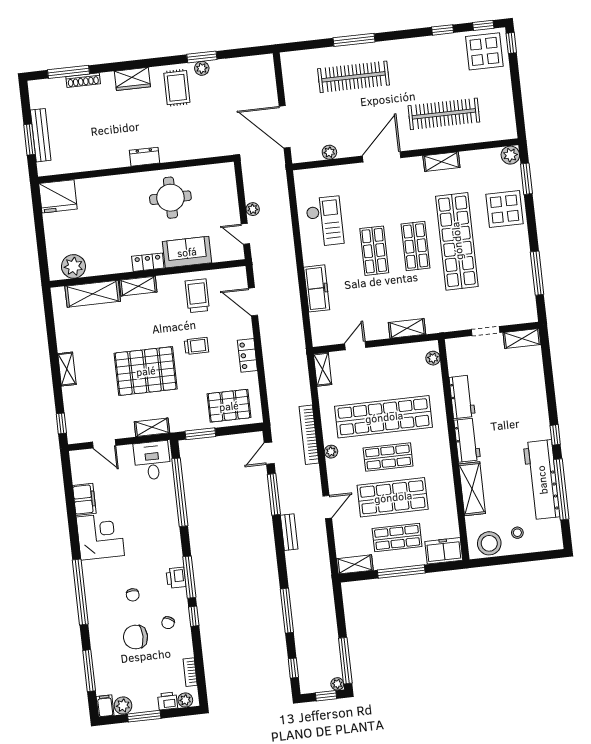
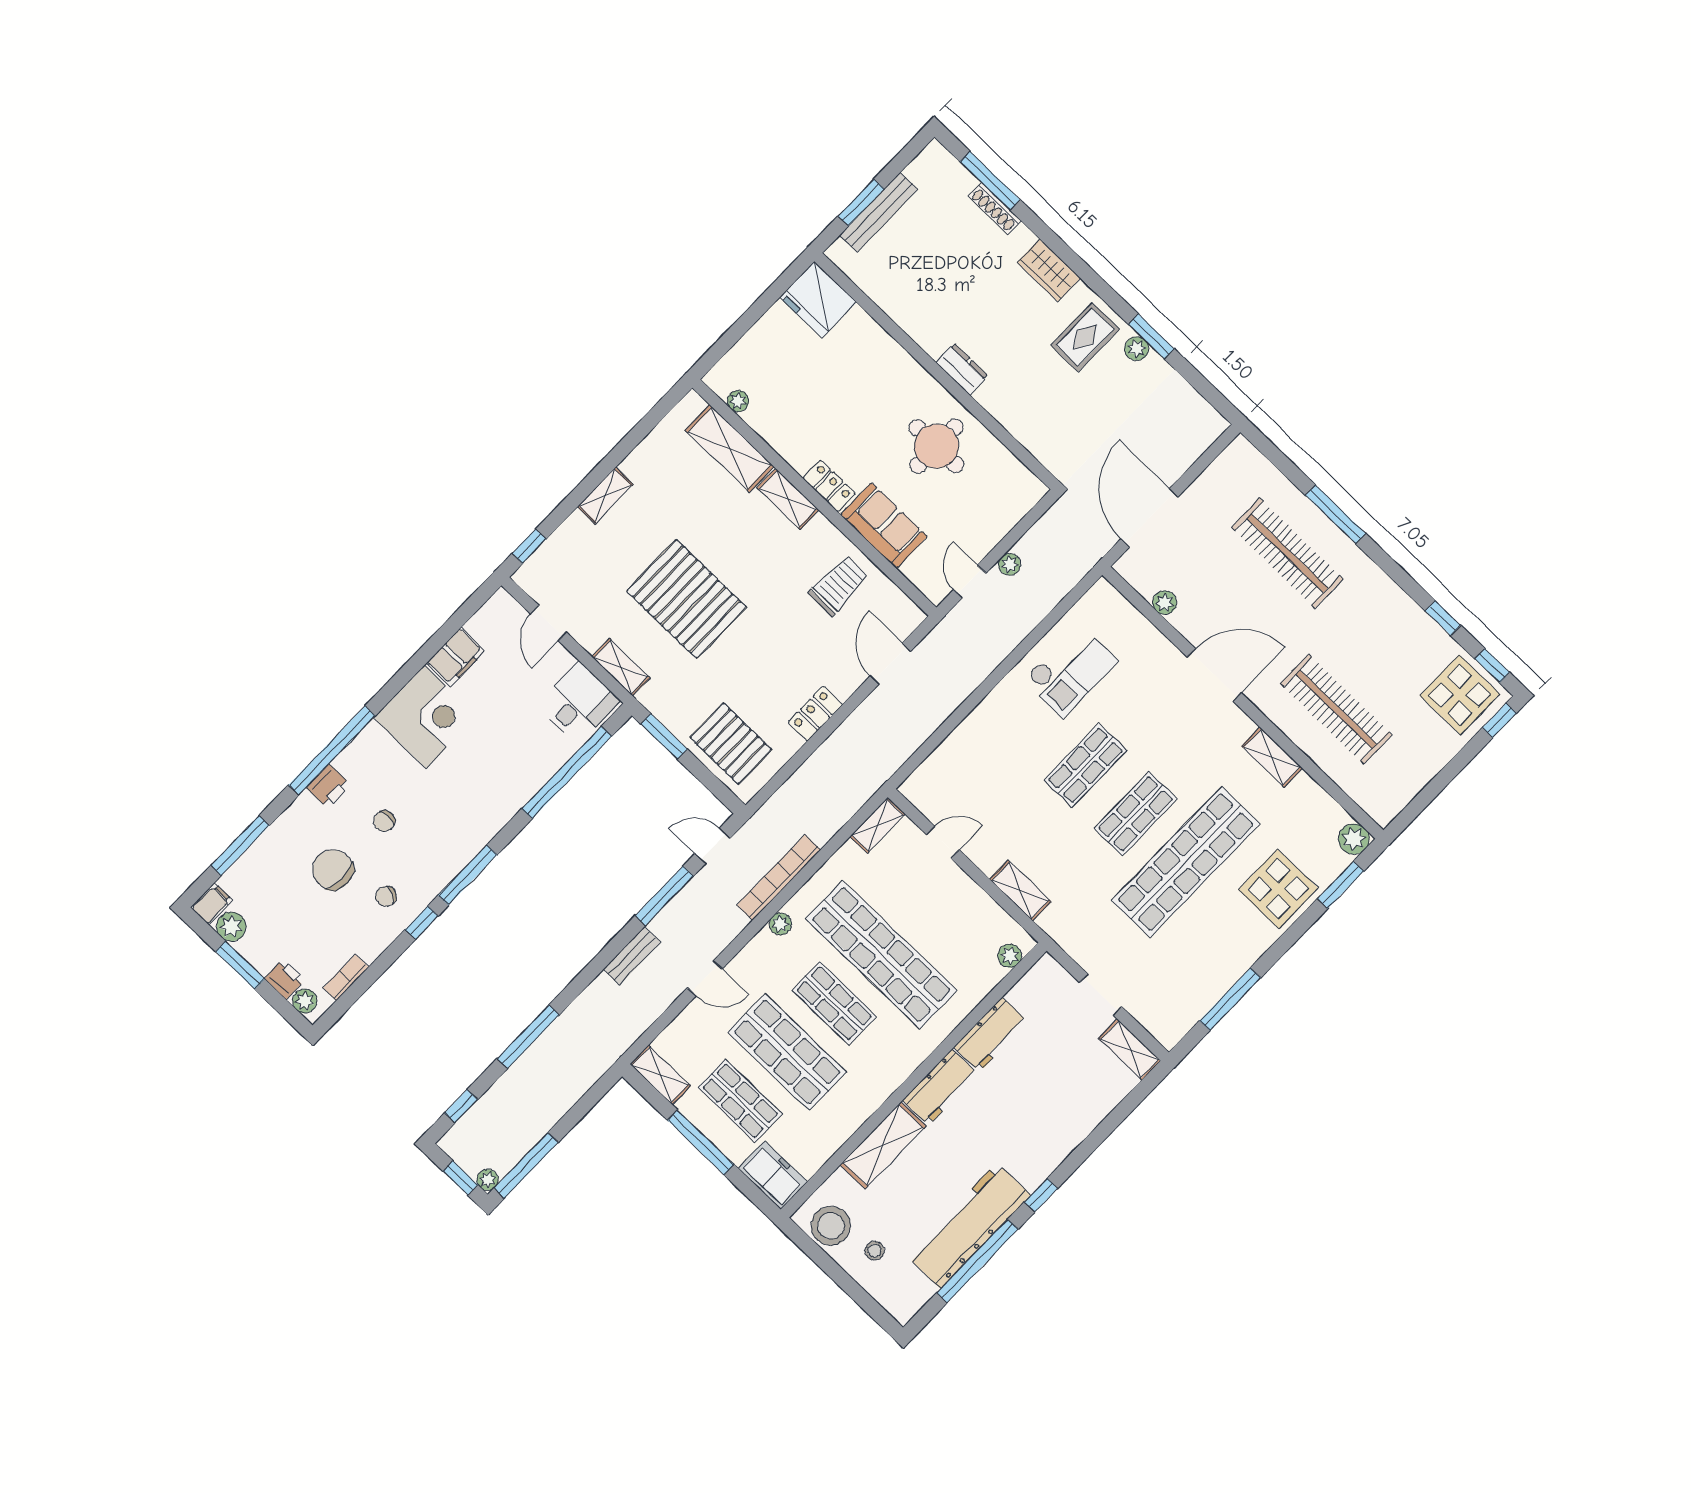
plant: (73, 266) -> (738, 401), width x0.53, depth x0.53
freezer: (317, 288) -> (975, 732), removed
trolley: (196, 346) -> (773, 638), removed
printer: (176, 578) -> (328, 786), moved, turned 180

